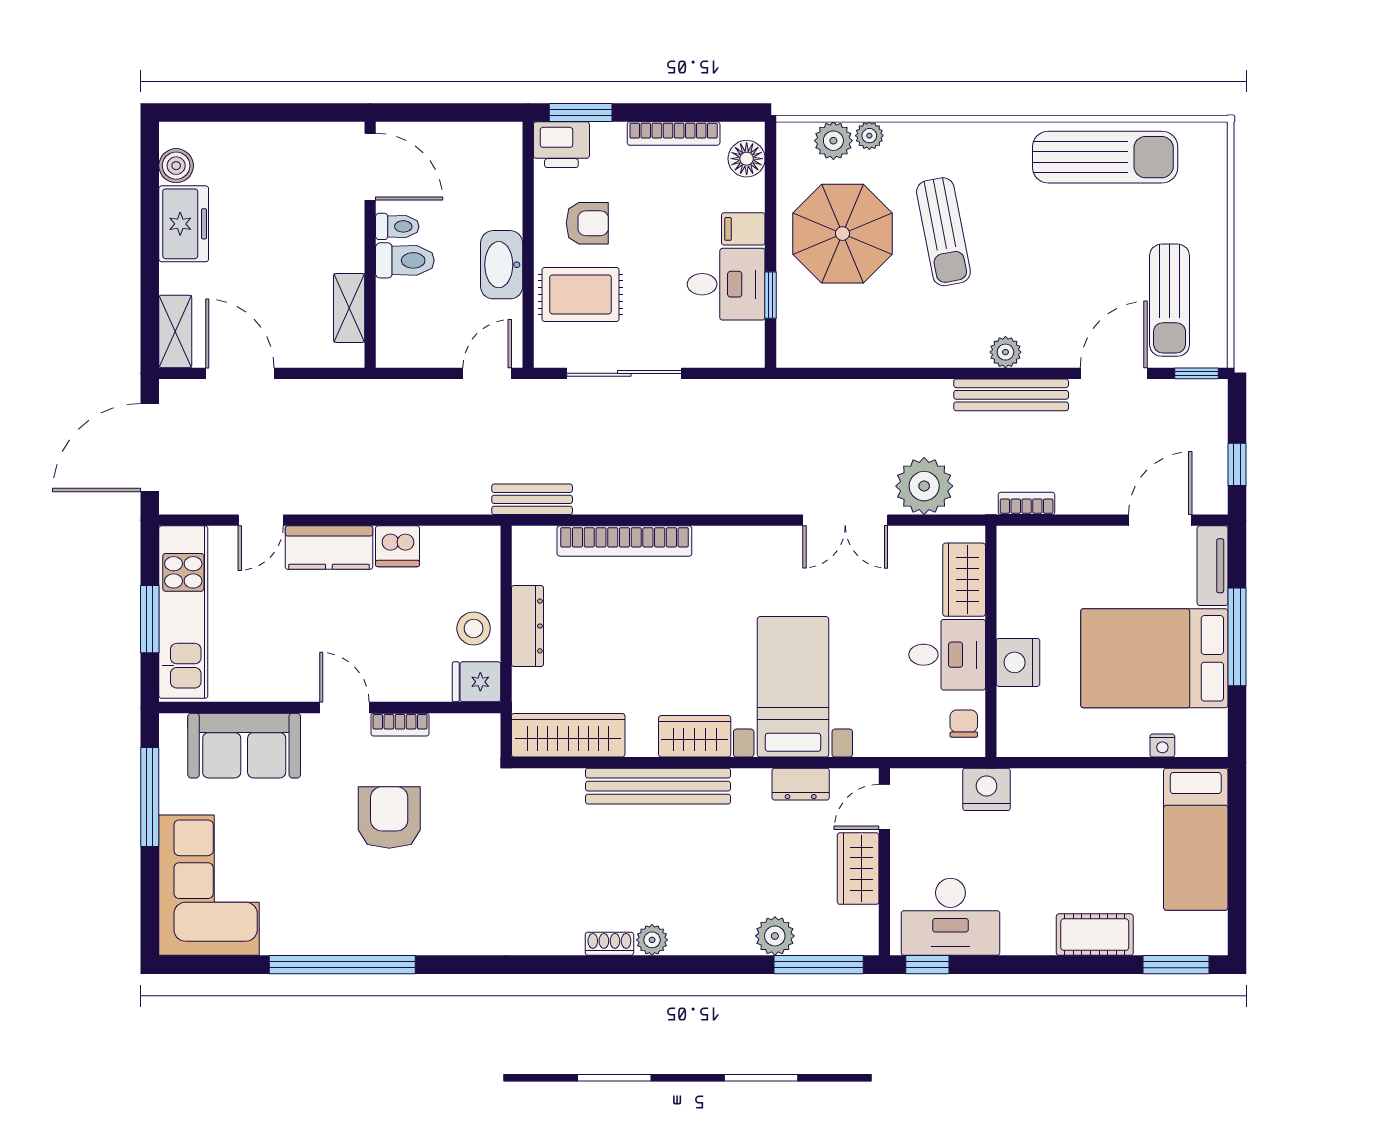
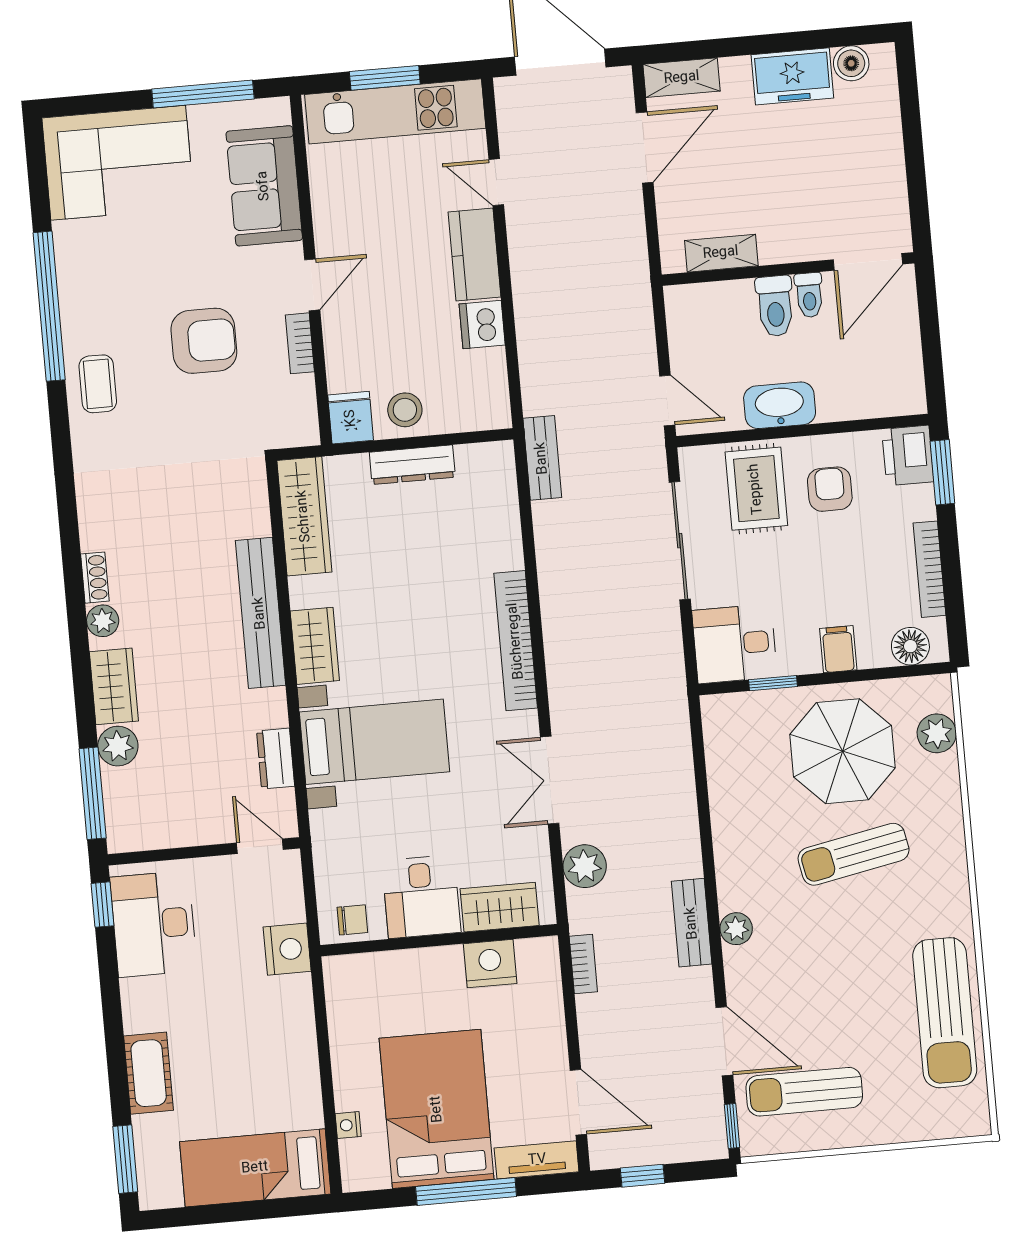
plant: (869, 136) -> (945, 770), removed
armchair: (587, 223) -> (830, 489), turned 180
desk: (726, 284) -> (735, 644), moved, turned 90
bench: (1011, 395) -> (692, 923), width x0.73
plant: (924, 486) -> (585, 866), width x0.73, depth x0.73
bookcase: (624, 541) -> (516, 641), moved
nightstand: (1018, 662) -> (490, 964), moved
wardrobe: (858, 869) -> (114, 686), moved, turned 90
coffee table: (422, 924) -> (98, 384), added

